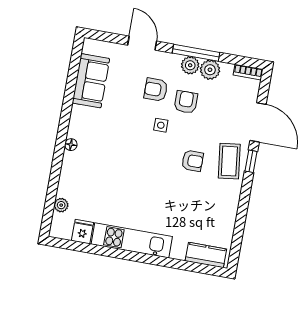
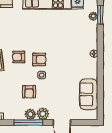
plant: (210, 70) -> (43, 114), moved
armchair: (156, 90) -> (39, 59), moved
window: (50, 205) -> (100, 15), added

